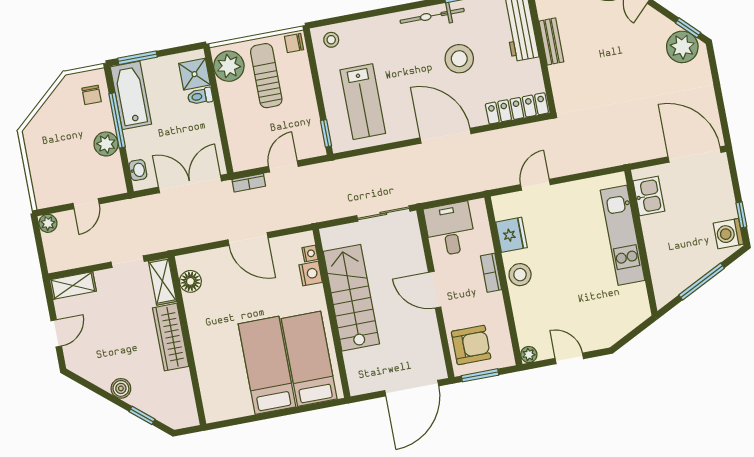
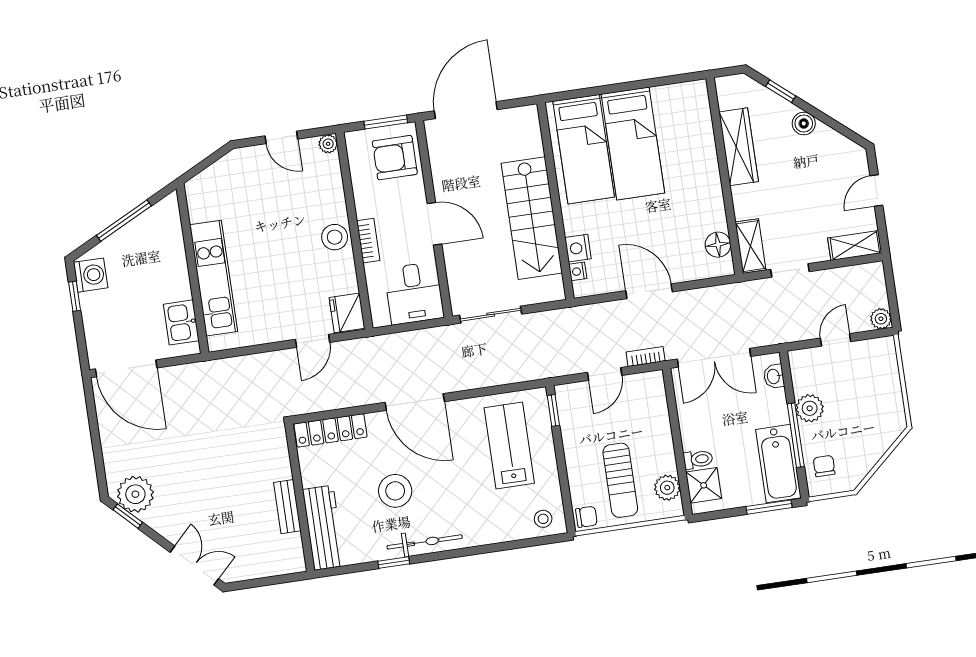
plant: (229, 66) -> (667, 488), width x0.73, depth x0.73
fridge: (511, 235) -> (347, 313), moved
wardrobe: (171, 337) -> (739, 147), moved

